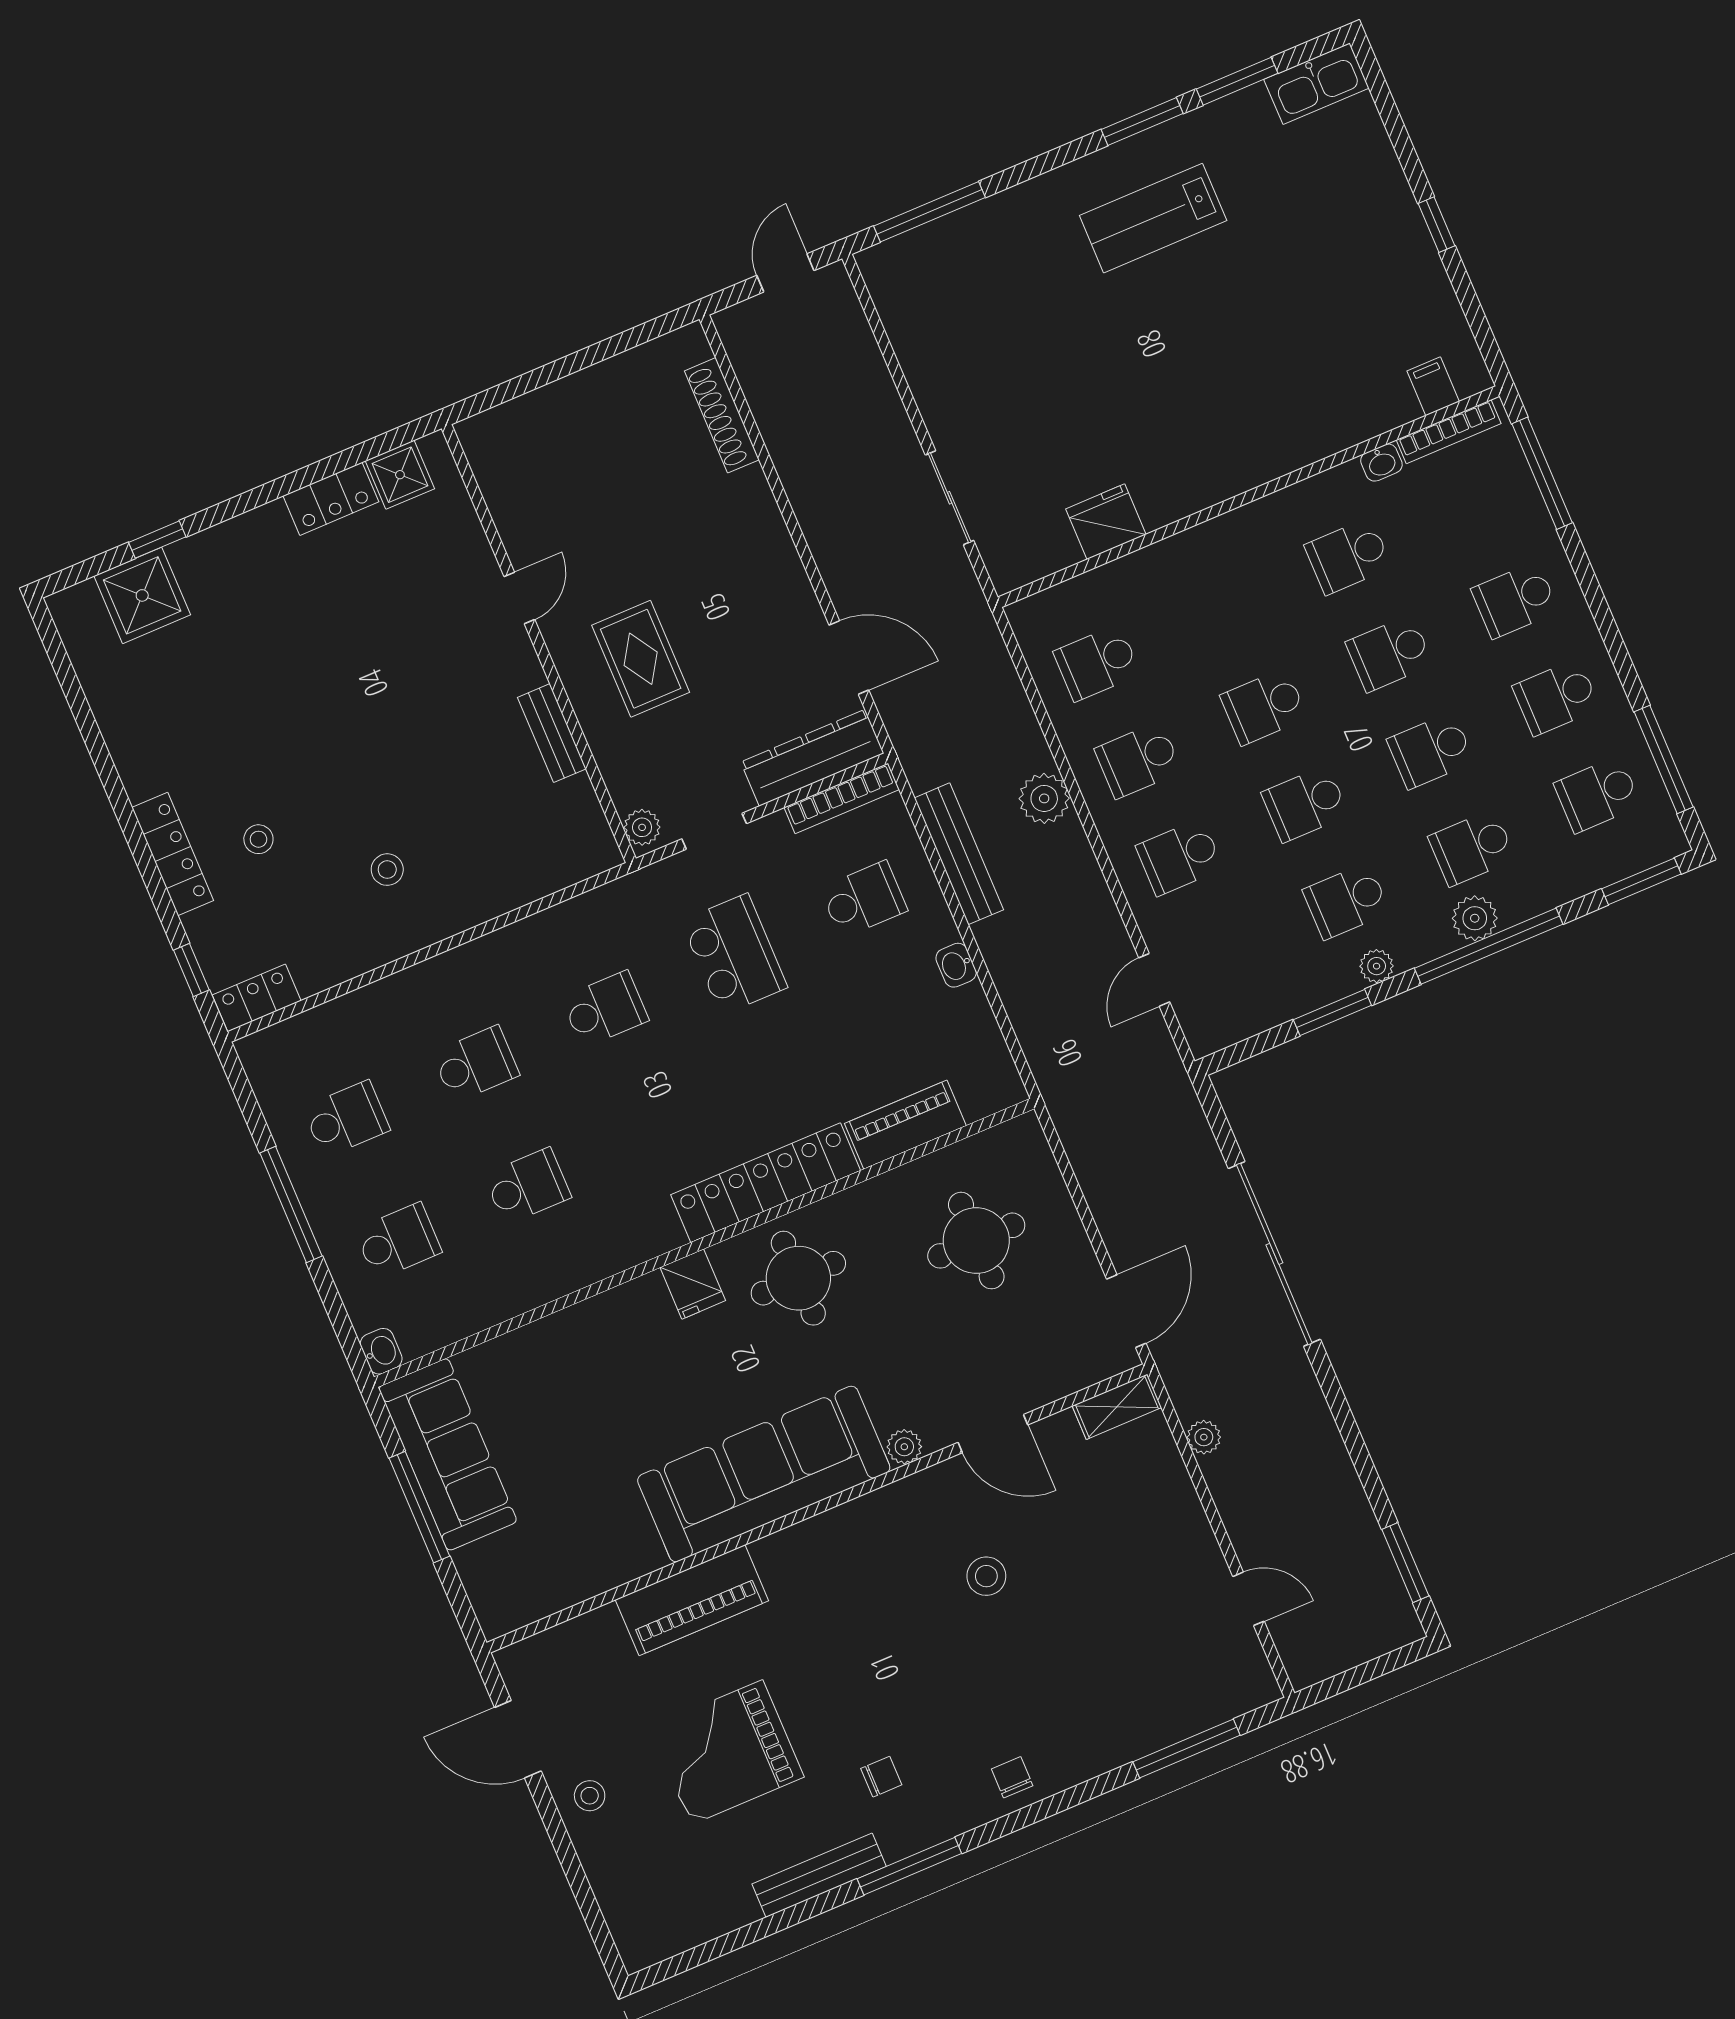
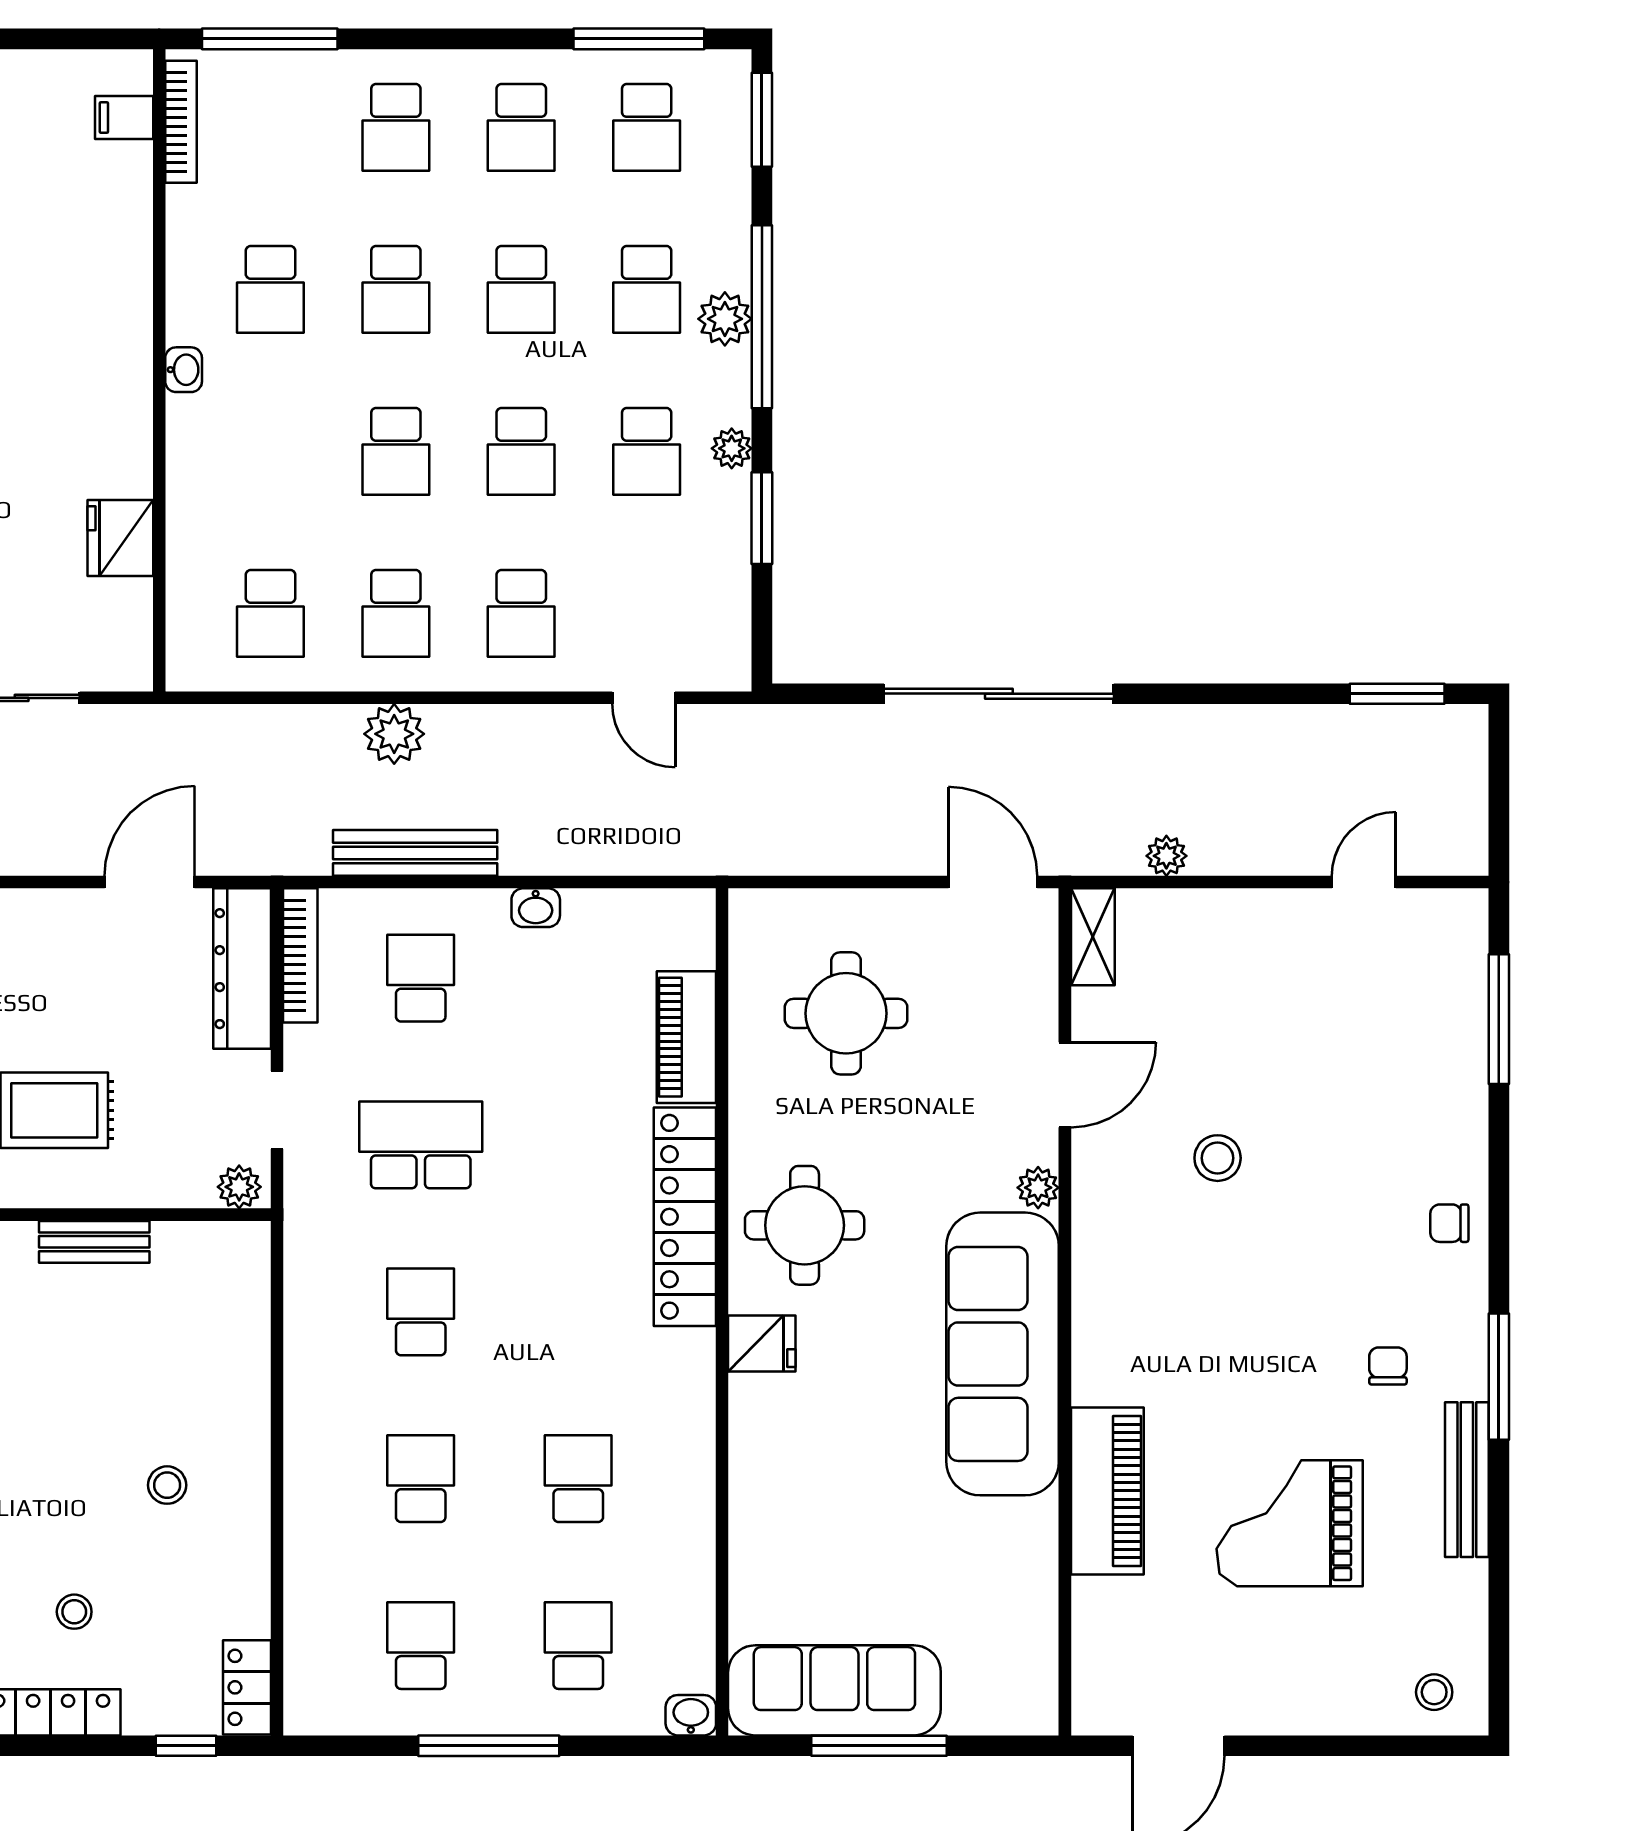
washbasin: (1381, 463) -> (184, 370), moved
grand piano: (727, 1752) -> (1290, 1523), turned 90
stool: (590, 1796) -> (1434, 1692), moved

